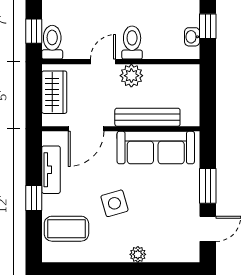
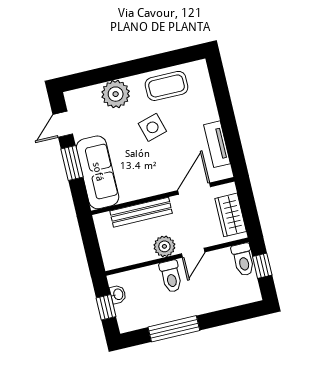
sofa: (156, 148) -> (98, 172), moved, turned 90
window: (34, 198) -> (227, 115), removed
coffee table: (66, 229) -> (166, 86), moved
plant: (138, 254) -> (116, 94), width x1.87, depth x1.87

